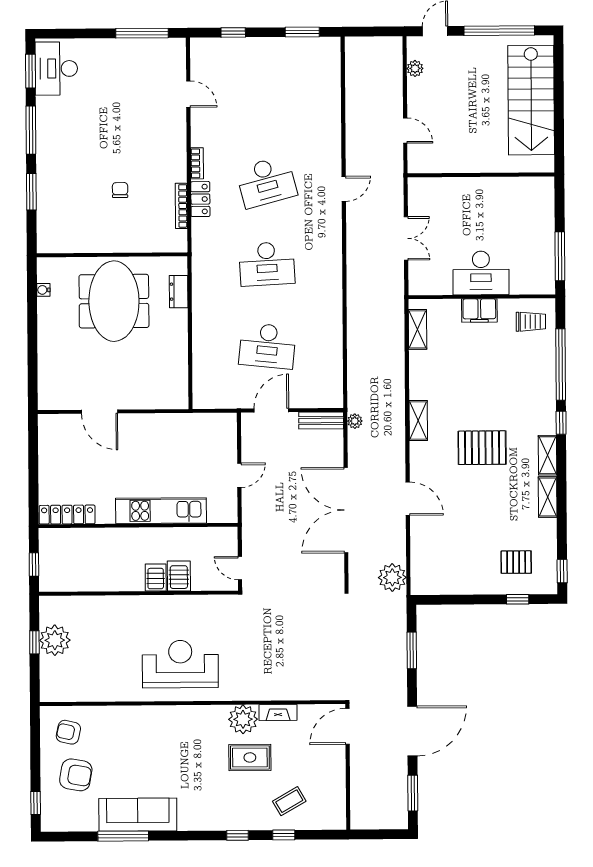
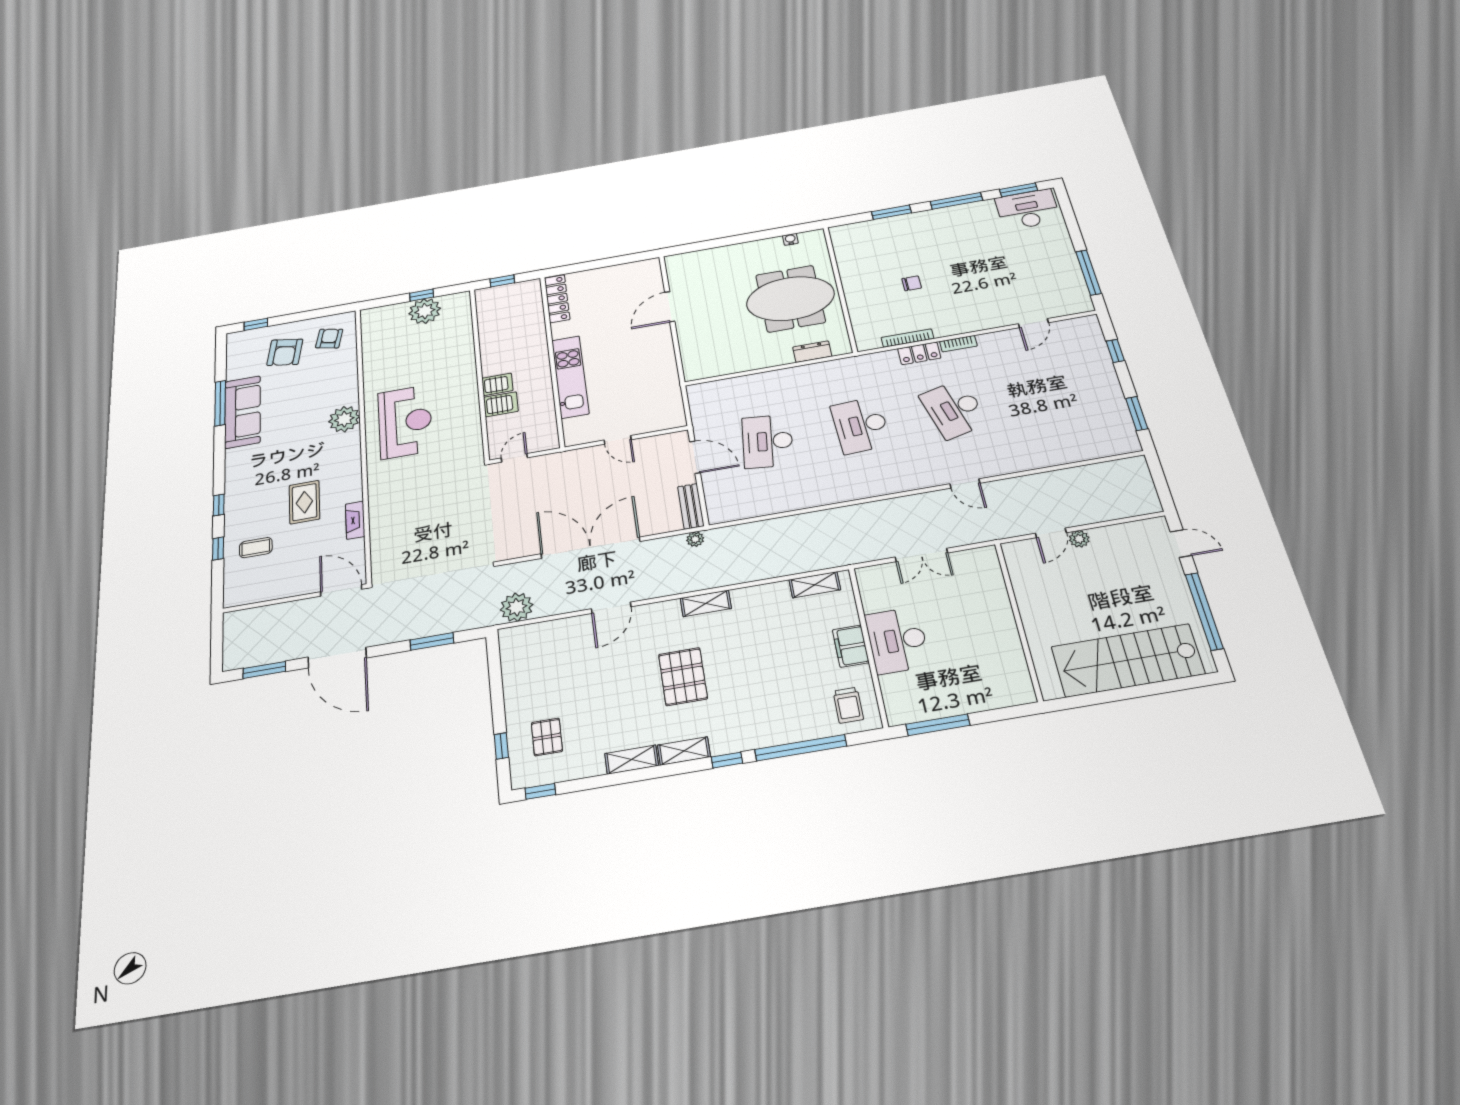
plant: (415, 68) -> (1079, 539), moved
plant: (243, 719) -> (344, 419), moved
coffee table: (289, 801) -> (256, 548), turned -60

